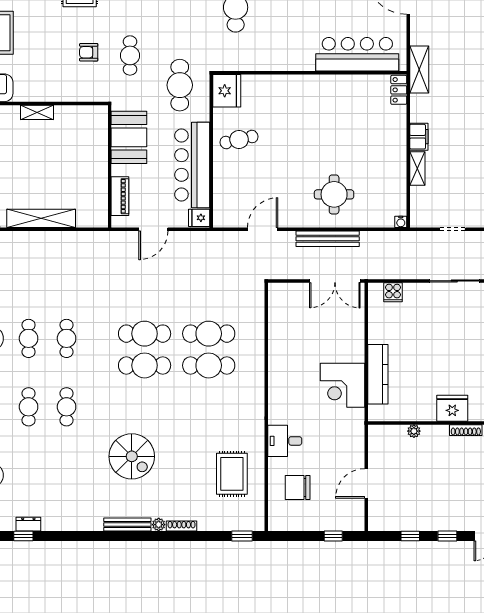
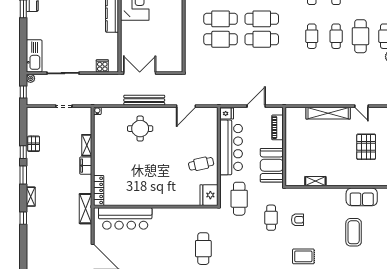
locker: (399, 90) -> (99, 190), width x1.53
shelving: (37, 112) -> (315, 181), moved

